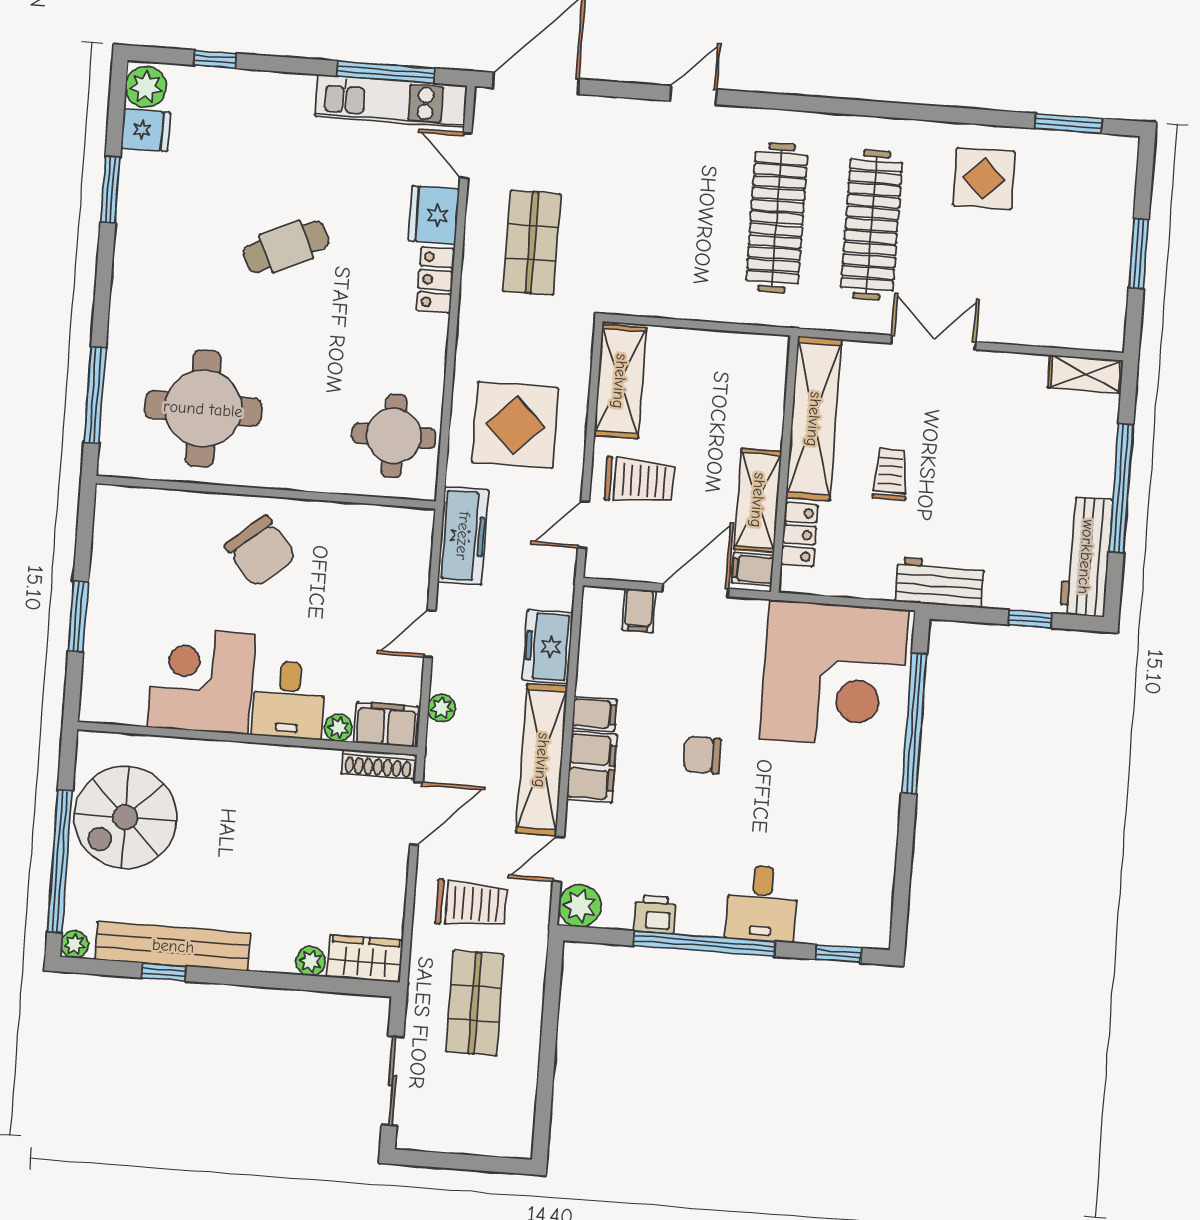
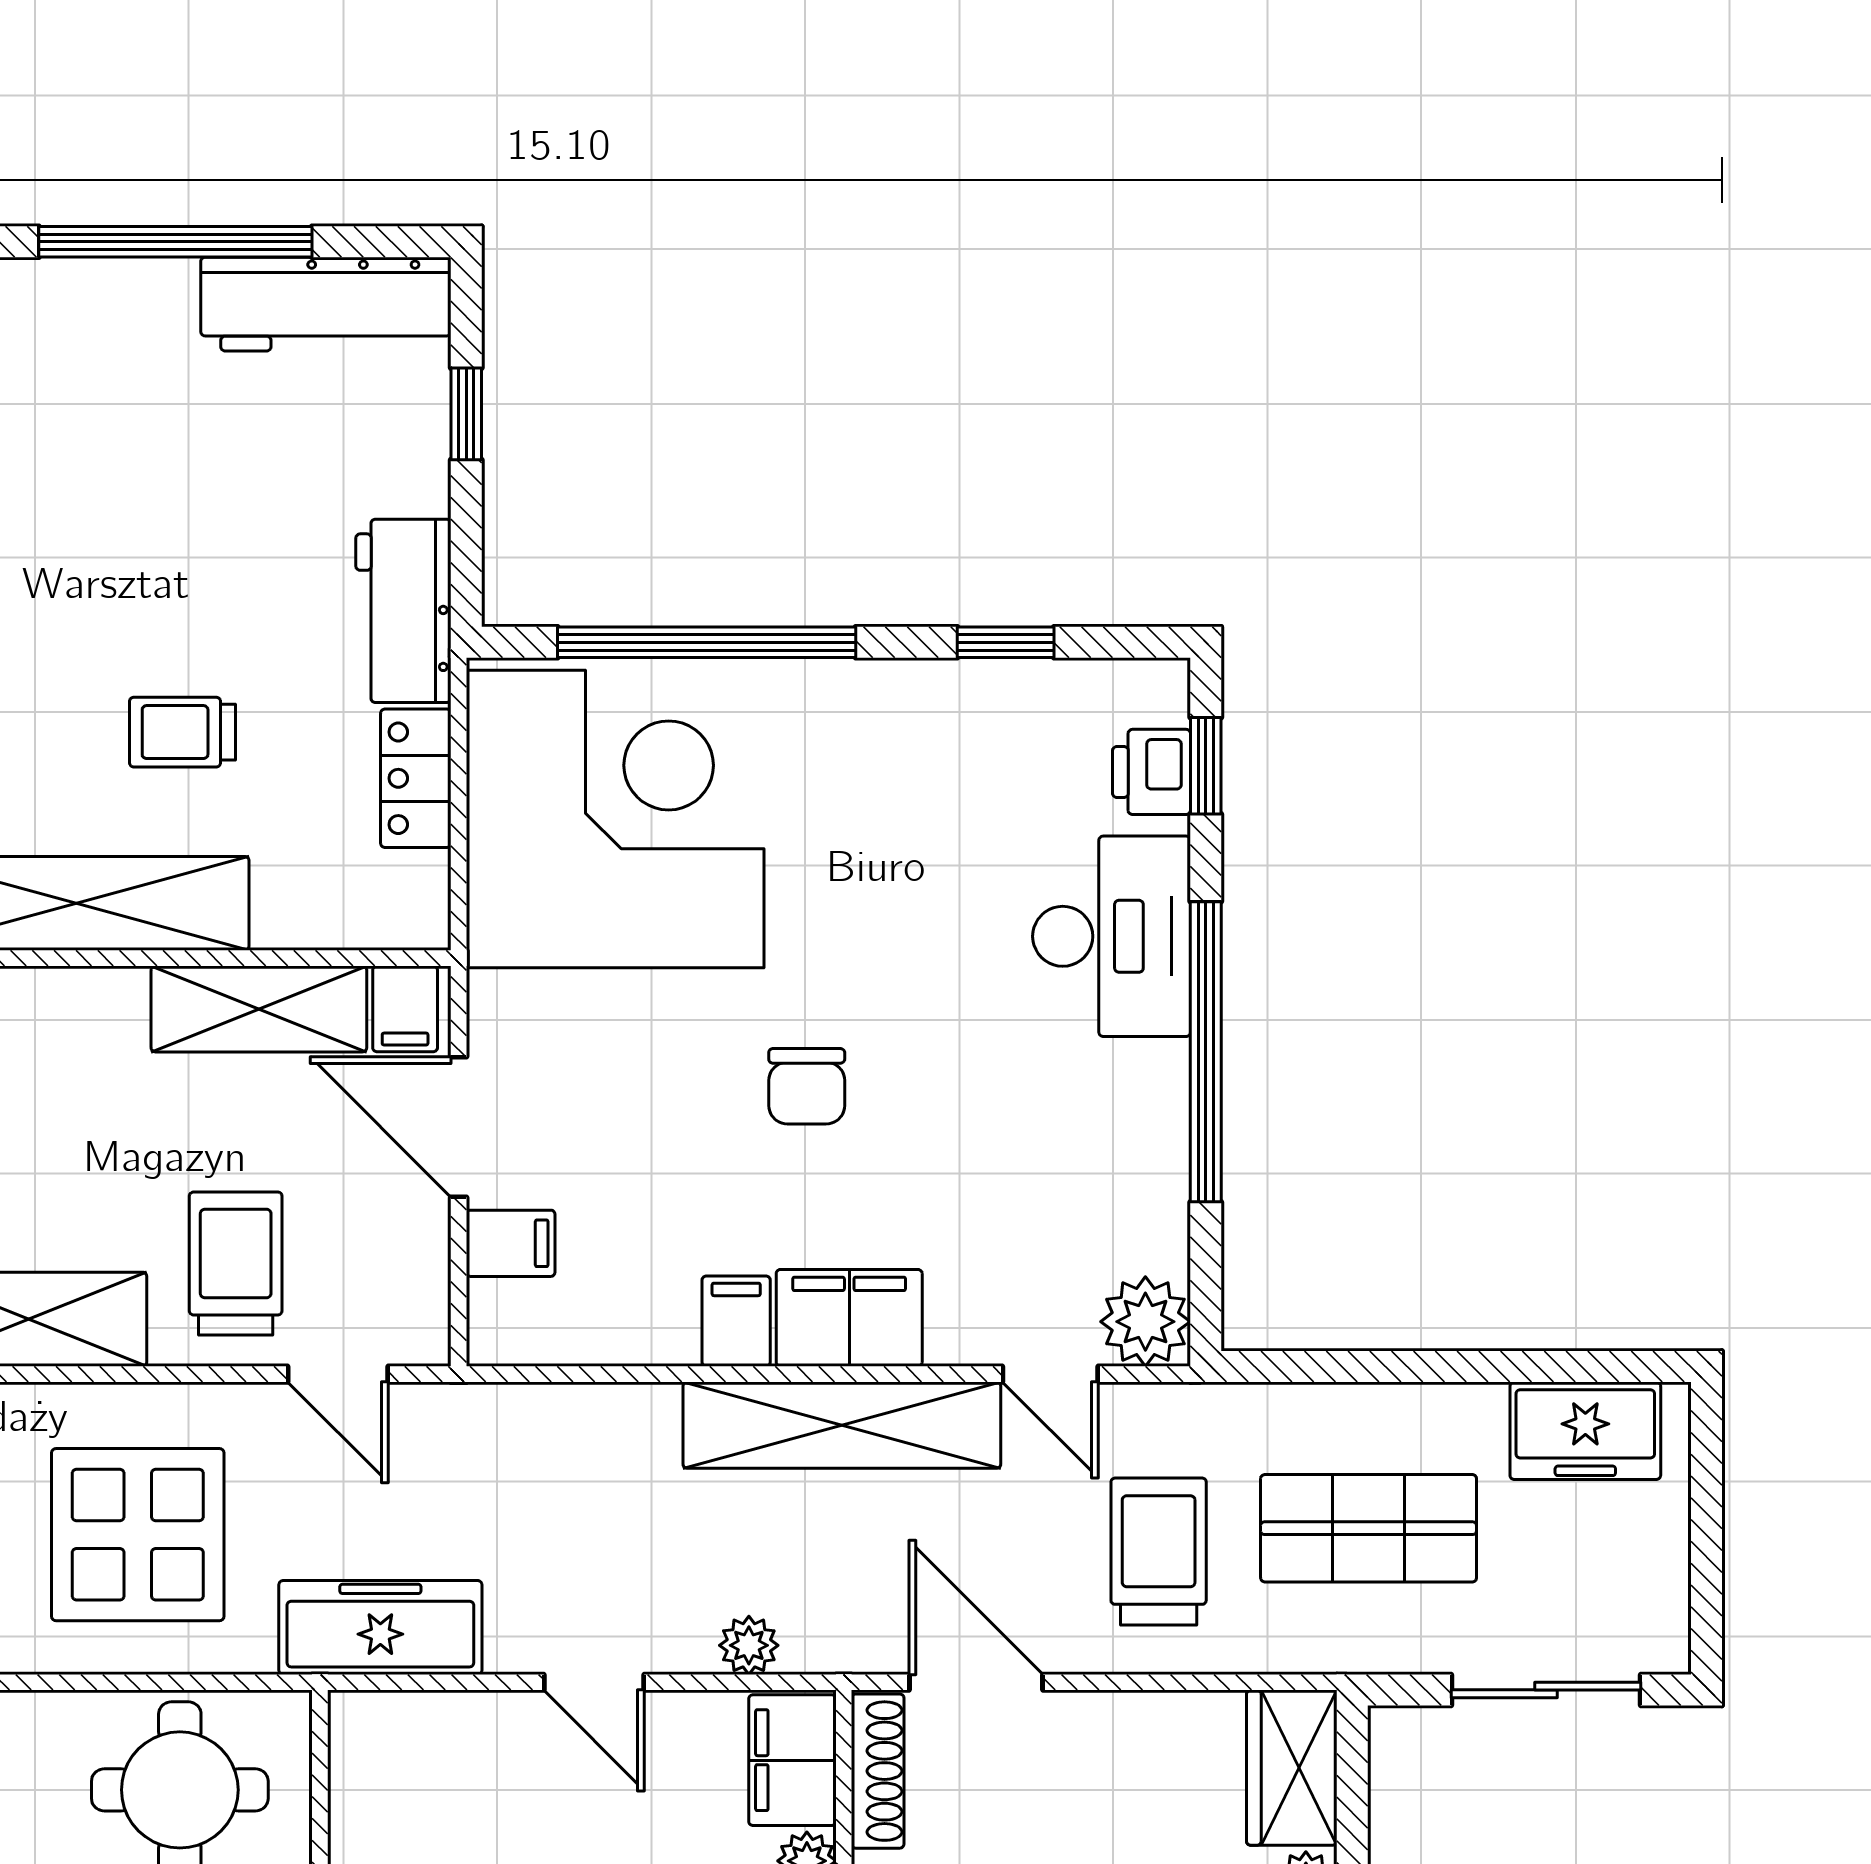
locker: (799, 535) -> (416, 778), moved, turned -90
freezer: (548, 647) -> (1585, 1431), moved
window: (904, 864) -> (1006, 642), added
desk: (762, 903) -> (1112, 936), width x1.37
printer: (655, 914) -> (1152, 772), moved

